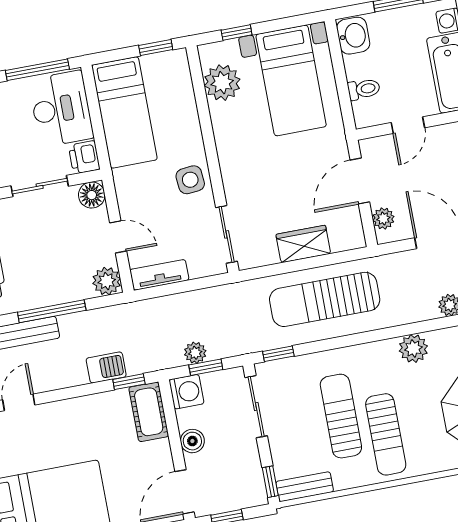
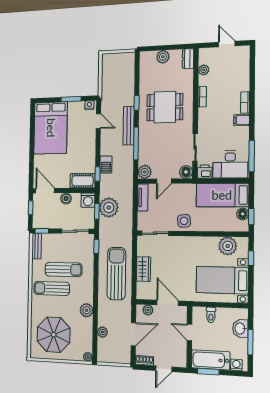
washbasin: (353, 36) -> (240, 329), moved, turned 90
floor lamp: (154, 65) -> (243, 214), added
plant: (195, 353) -> (109, 208), width x1.87, depth x1.87

